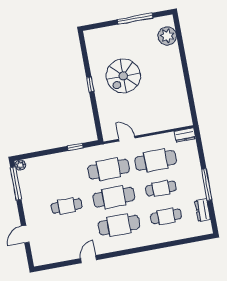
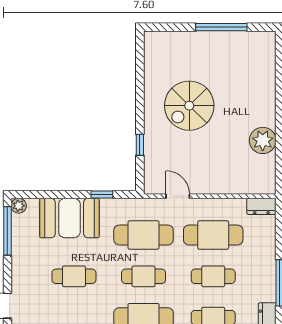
plant: (167, 36) -> (263, 140), moved
window: (90, 84) -> (140, 145), moved
booth: (56, 167) -> (69, 218), added
cafe table: (114, 197) -> (144, 276), width x0.73, depth x0.74

